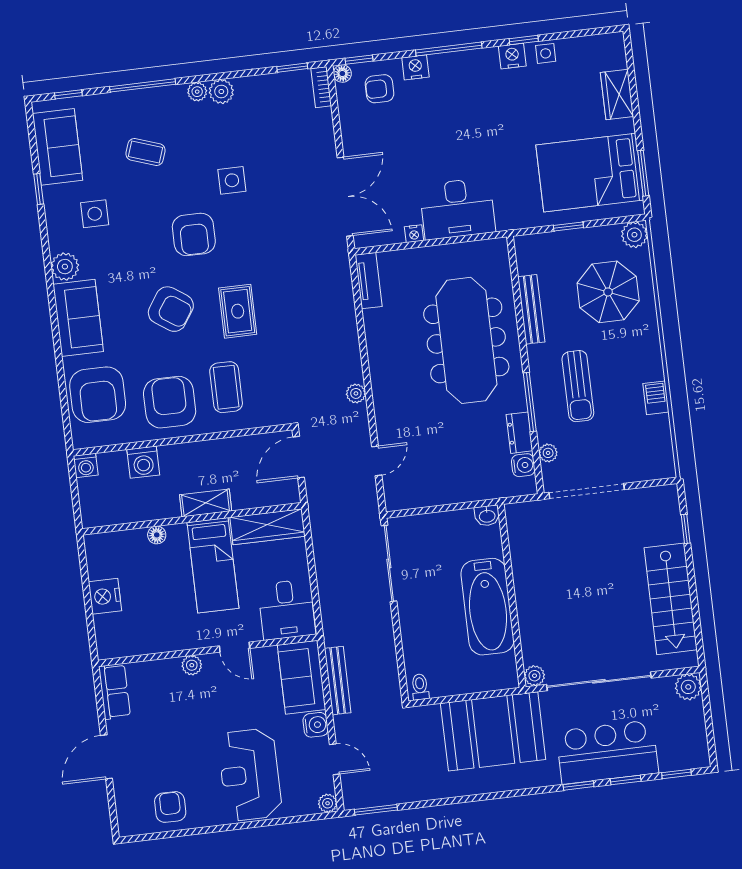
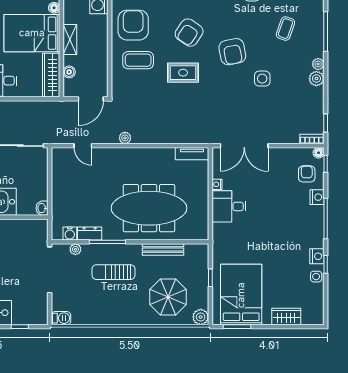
desk: (457, 209) -> (229, 206), width x0.73
armchair: (194, 234) -> (232, 52), turned -101
barbecue: (656, 398) -> (61, 318), moved
armchair: (170, 402) -> (133, 25), turned -90
door: (299, 457) -> (91, 99), swing flipped
boiler: (259, 498) -> (69, 72), added
bed: (213, 565) -> (32, 33), width x1.50

